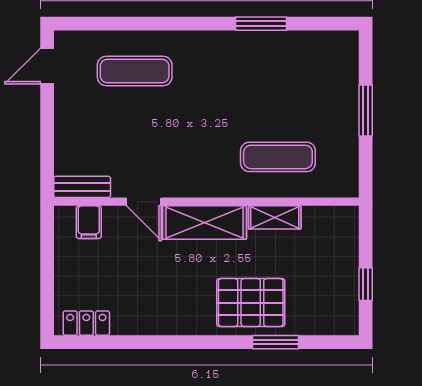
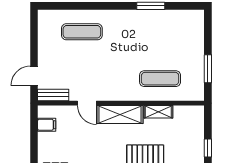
door: (47, 66) -> (34, 76), moved
window: (366, 111) -> (208, 69), moved
filing cabinet: (89, 222) -> (47, 125), moved, turned -90

